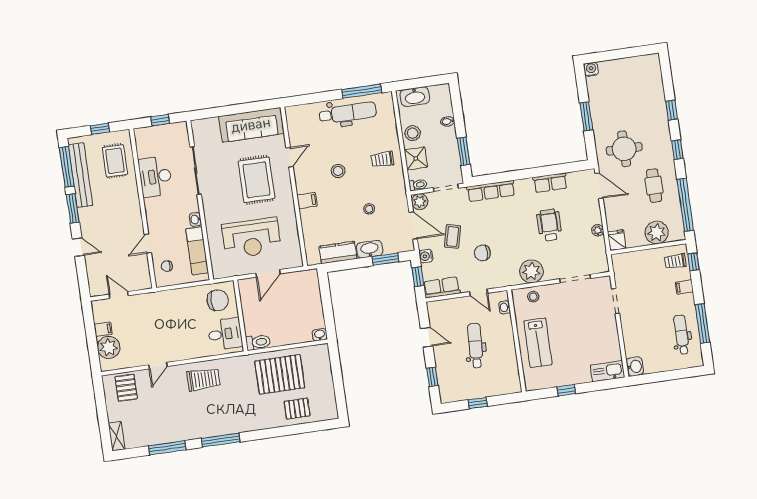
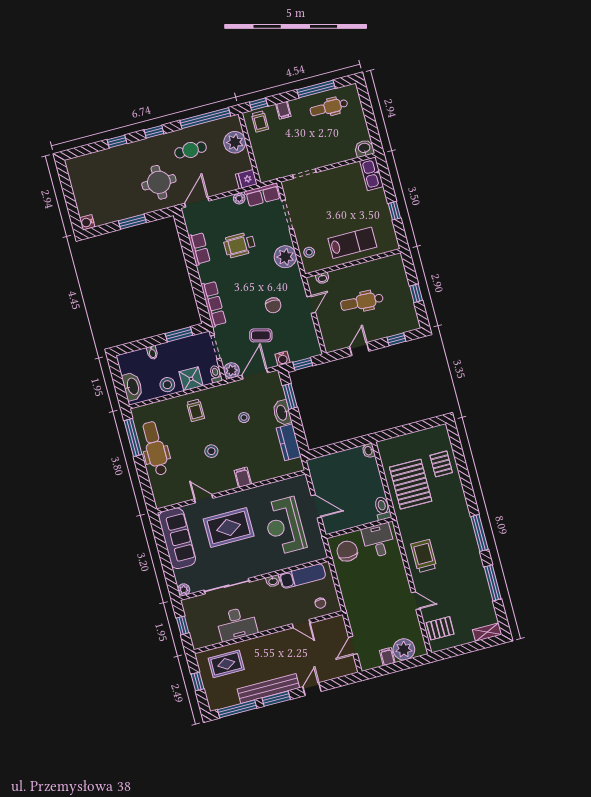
plant: (197, 126) -> (184, 590), added
bench: (80, 175) -> (268, 688), moved
reception desk: (251, 238) -> (284, 526), turned 180
row of seats: (442, 287) -> (263, 195), moved, turned -90

